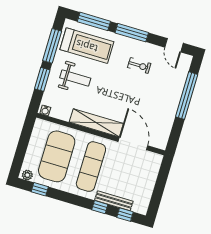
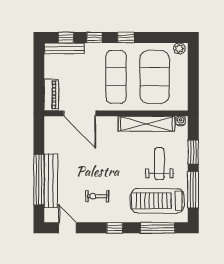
window: (132, 33) -> (115, 228), width x0.46
weight bench: (75, 78) -> (159, 164), turned 90
bench: (176, 91) -> (51, 181), added
shelving: (96, 123) -> (147, 124), moved
piano: (153, 168) -> (51, 95), added
window: (40, 189) -> (126, 38), moved
bench: (114, 201) -> (64, 48), moved

